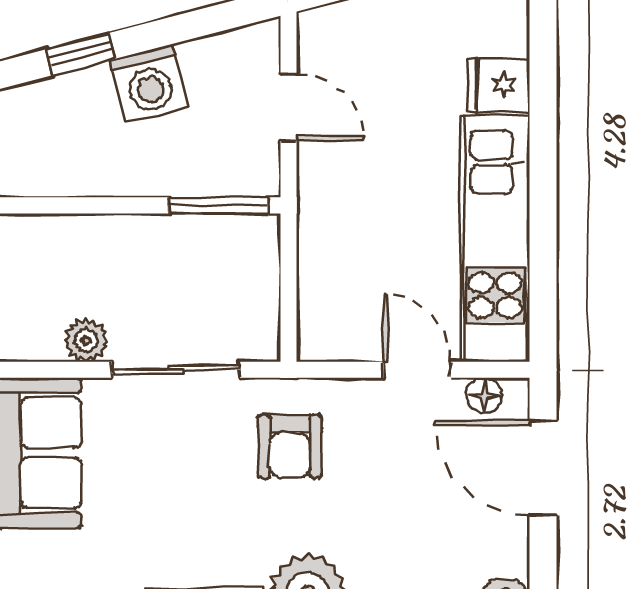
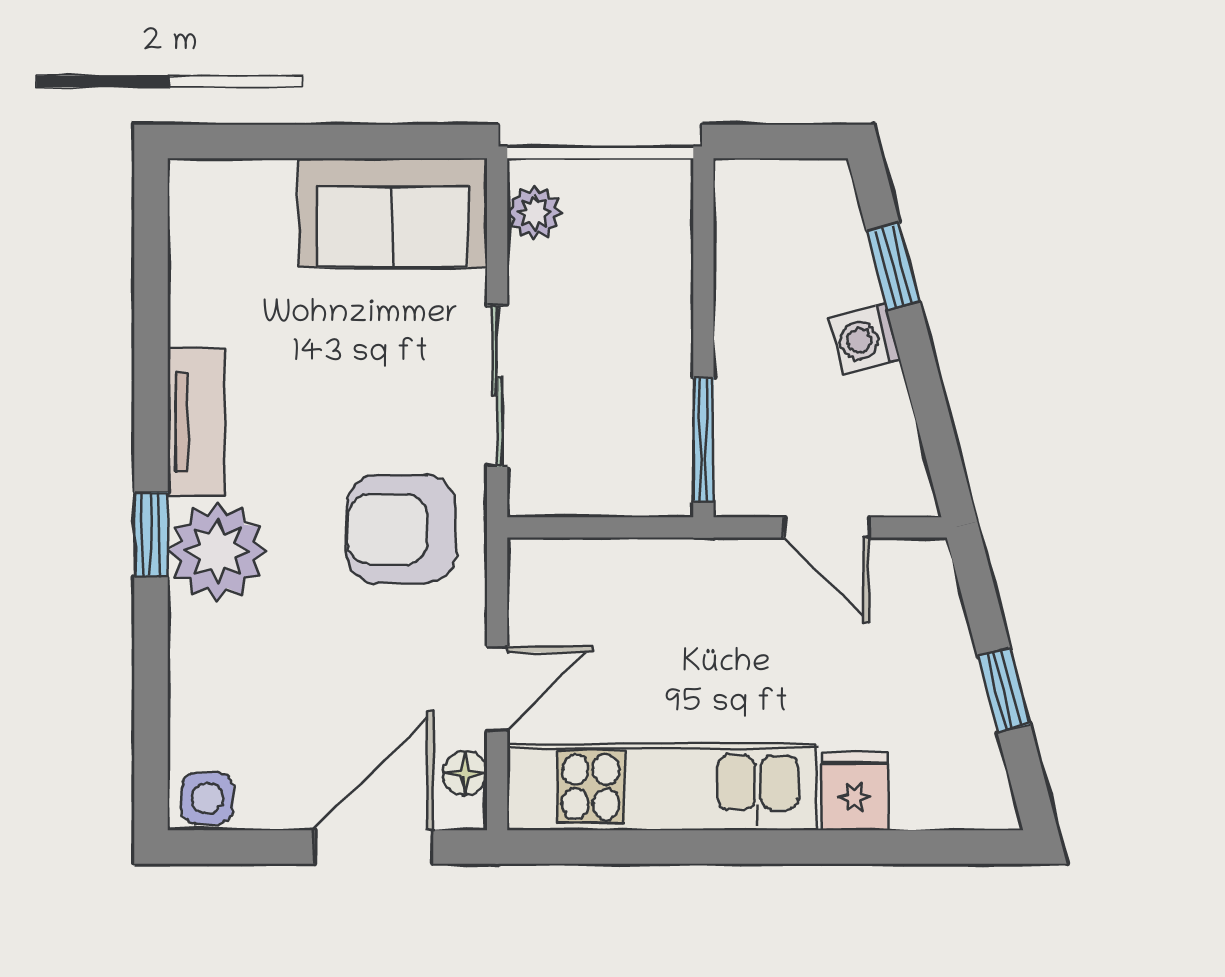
washing machine: (149, 83) -> (865, 339), width x0.73, depth x0.73
door: (289, 107) -> (826, 527), hinge flipped
plant: (86, 340) -> (534, 213), moved
armchair: (290, 446) -> (401, 529), width x1.38, depth x1.38

